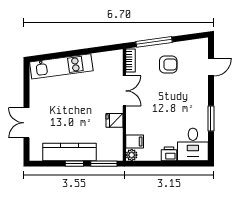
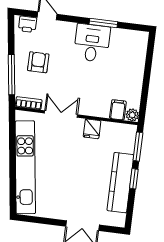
kitchen unit: (61, 66) -> (25, 167), width x1.36
desk: (193, 144) -> (92, 43), moved, turned -90
printer: (169, 154) -> (28, 24), moved, turned -90

